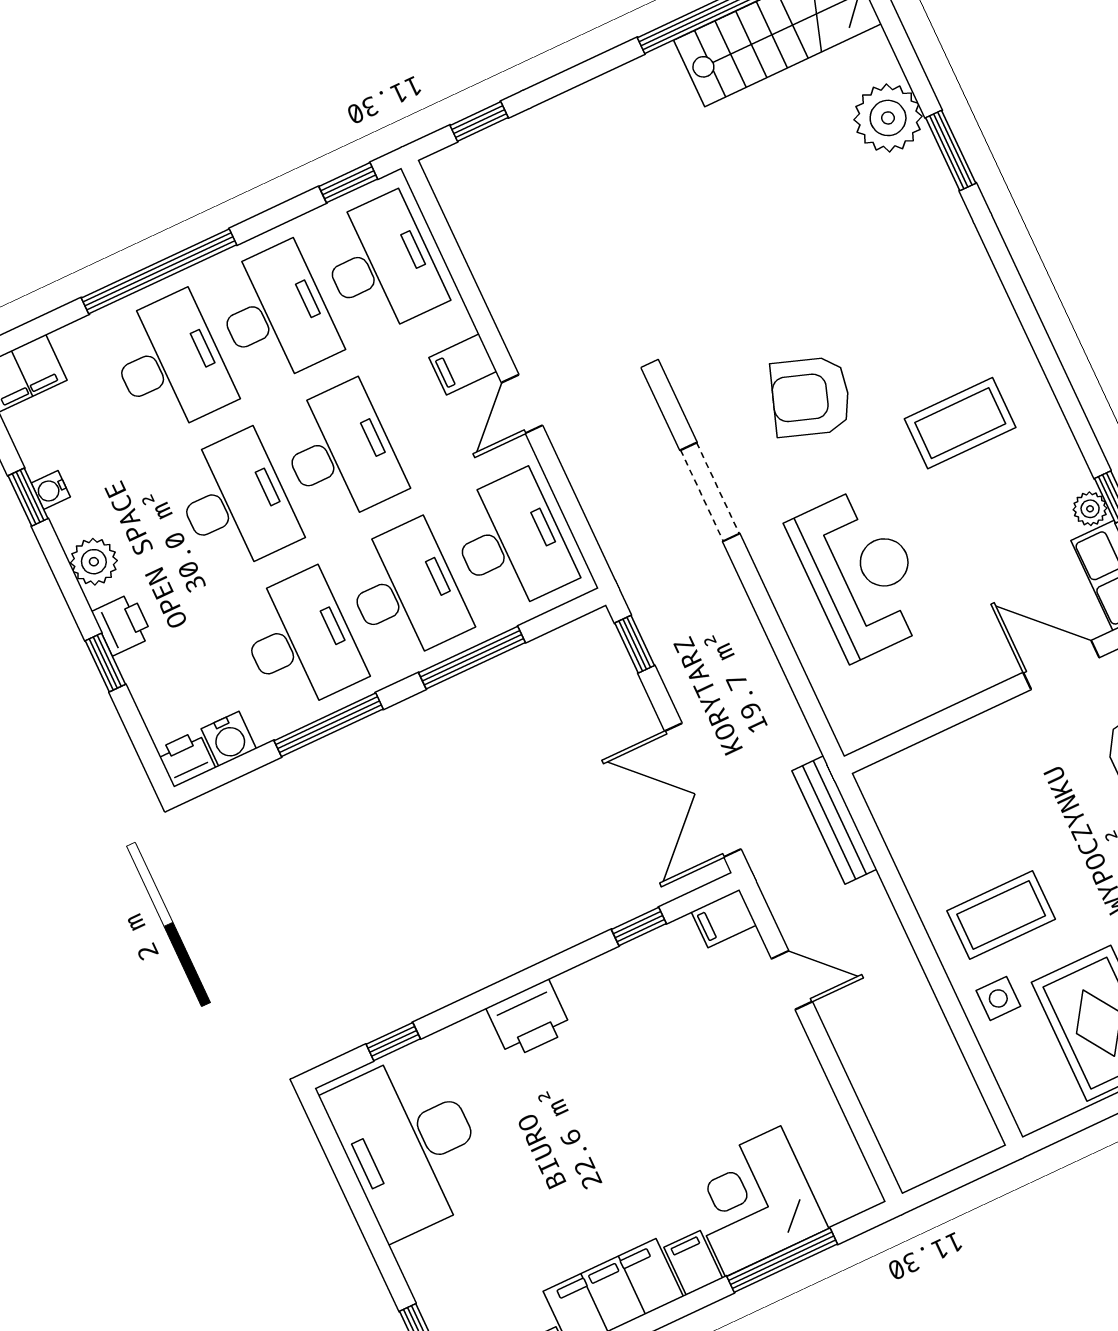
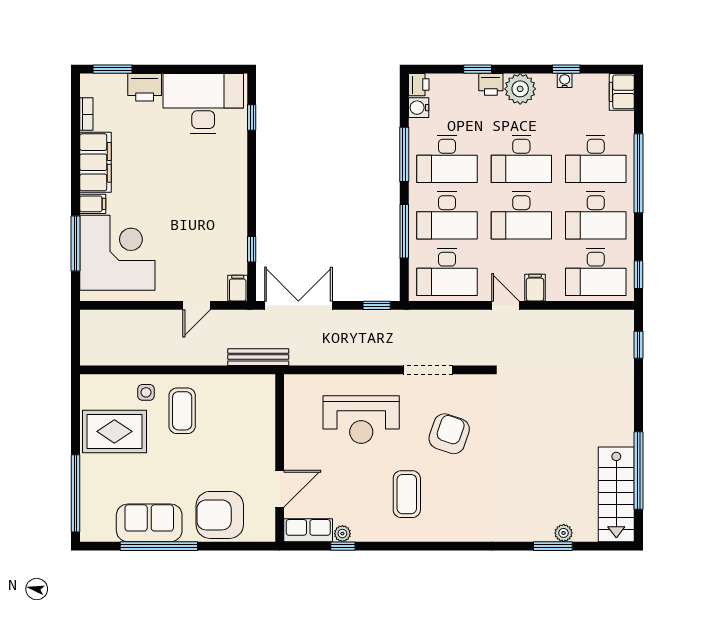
plant: (888, 118) -> (564, 533), width x0.53, depth x0.53
window: (951, 150) -> (553, 546), moved
plant: (94, 562) -> (520, 89), width x1.36, depth x1.36
printer: (529, 1019) -> (145, 87), moved, turned -90
corner desk: (753, 1201) -> (117, 253), width x1.36, depth x1.36

